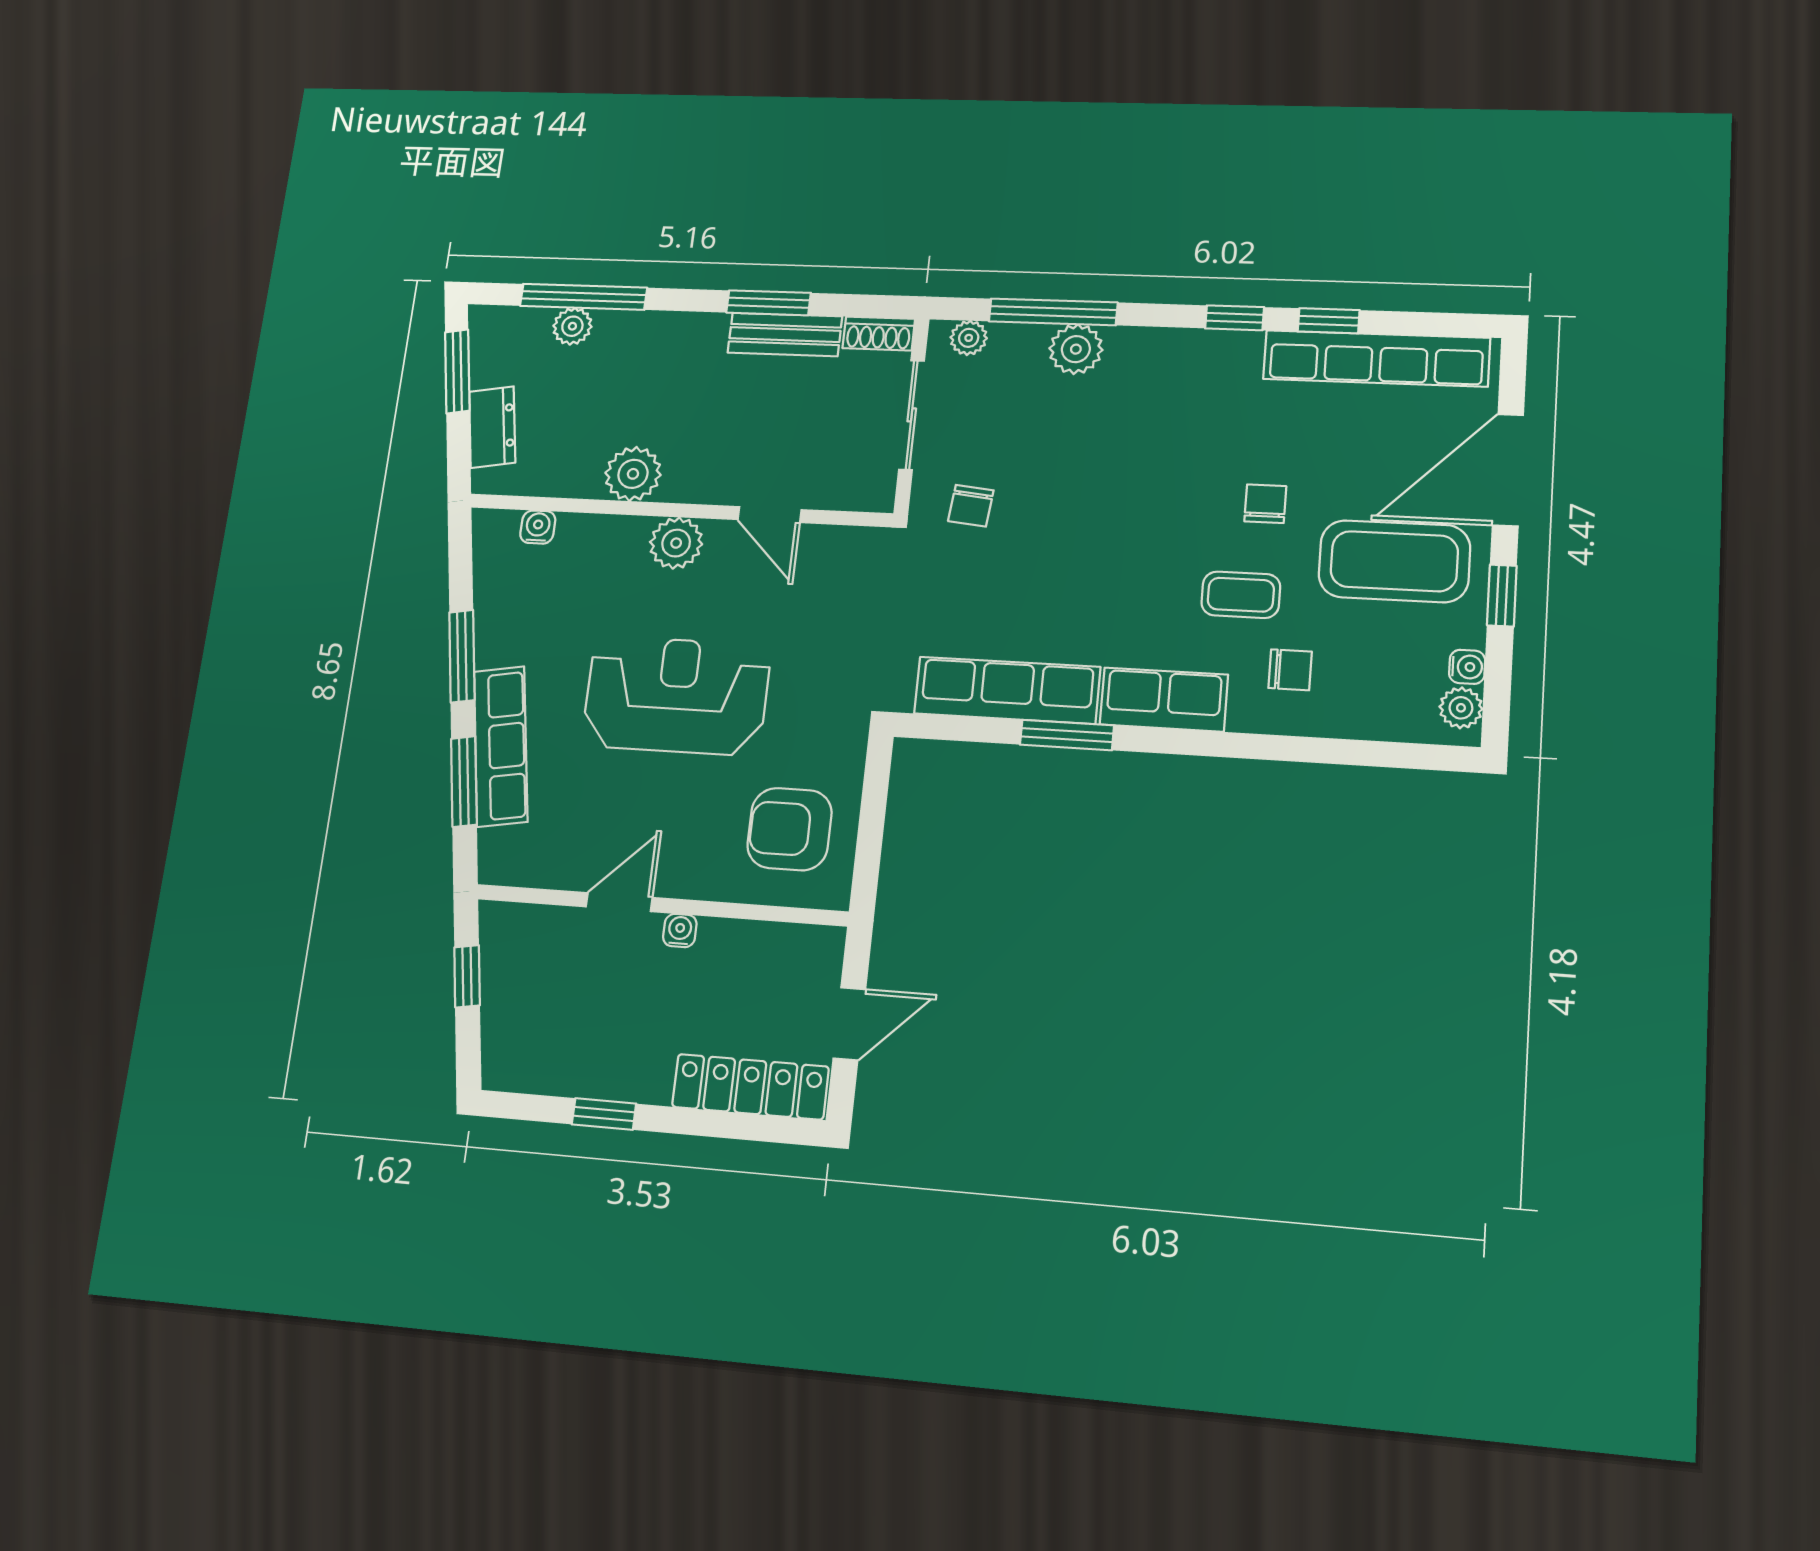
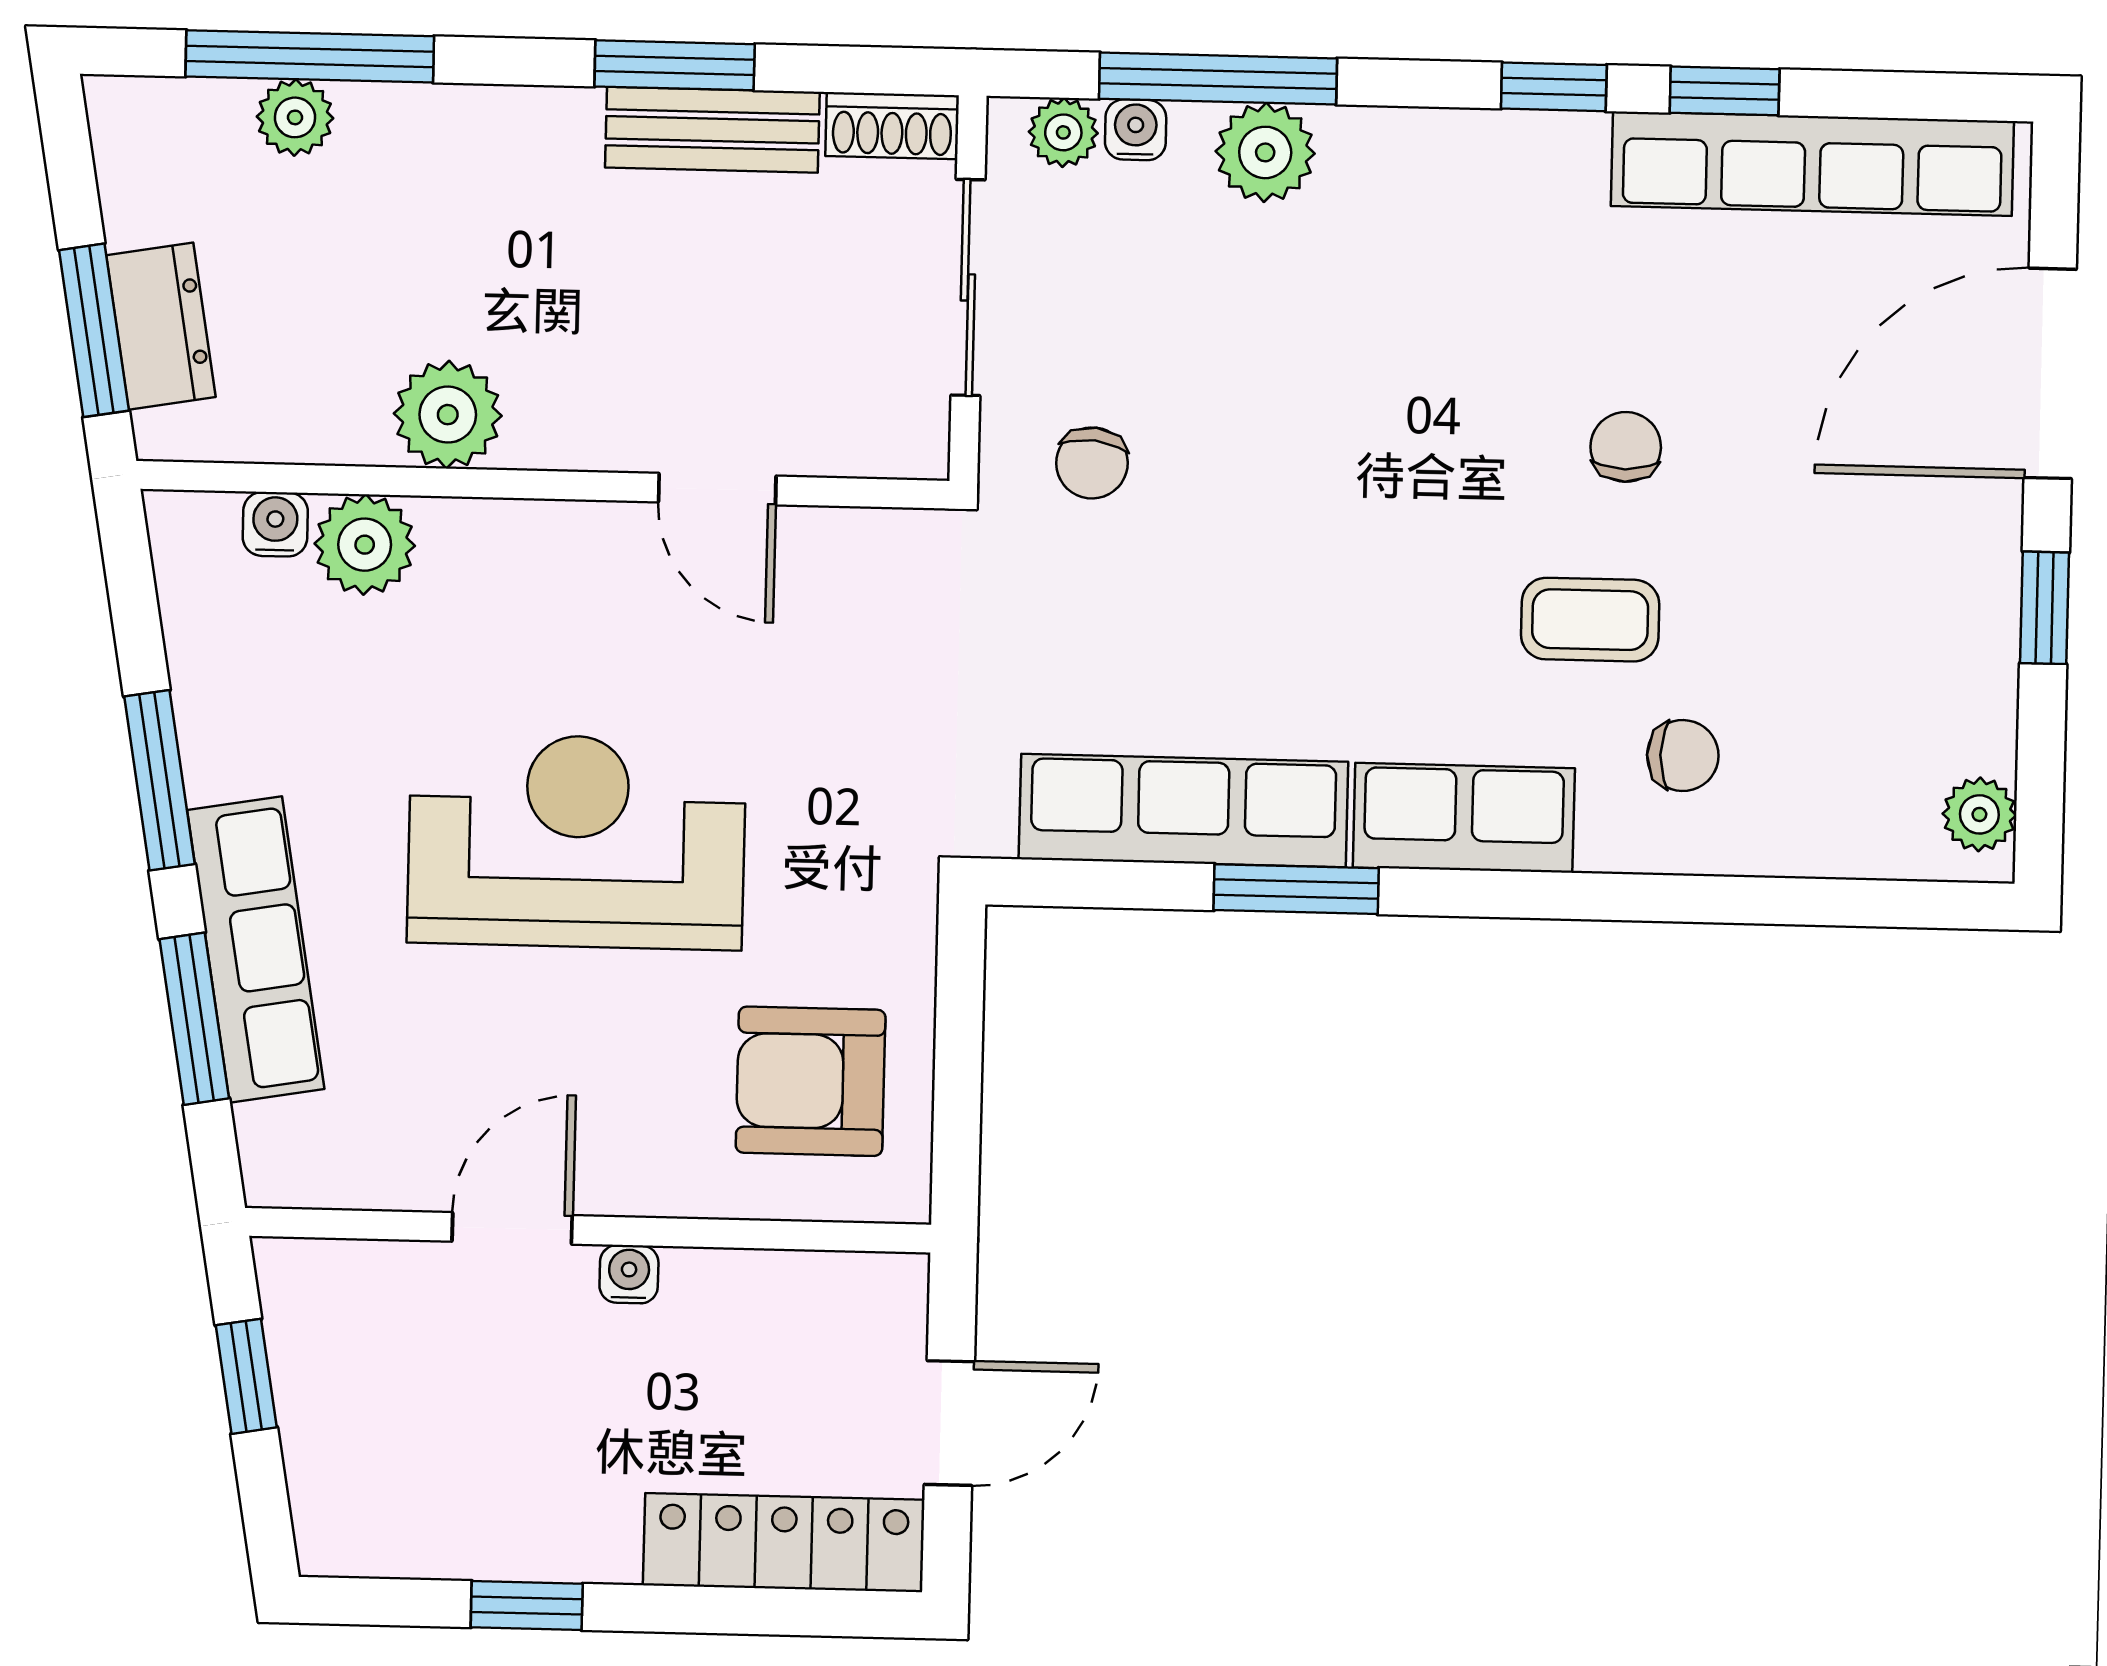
window: (457, 371) -> (94, 330), moved
plant: (676, 543) -> (365, 545), moved
coffee table: (1394, 561) -> (1857, 549), removed
water cooler: (1467, 667) -> (1136, 130), moved, turned -90

